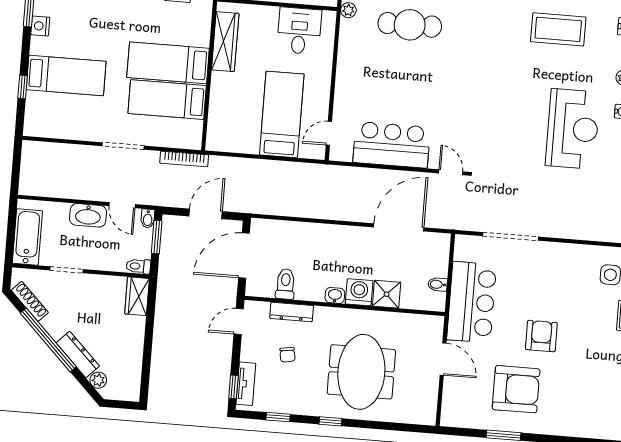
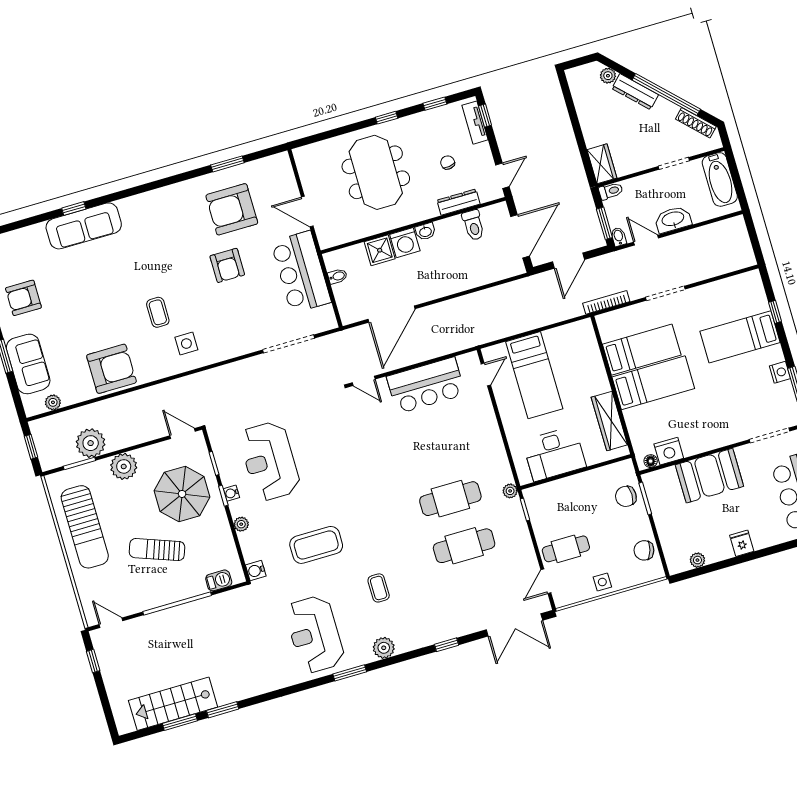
desk: (299, 31) -> (554, 454), width x1.37

